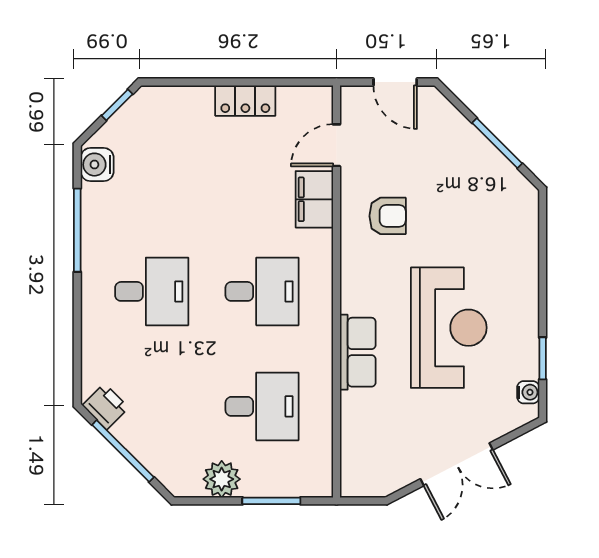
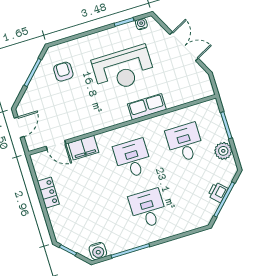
armchair: (388, 216) -> (63, 72), moved
reception desk: (449, 328) -> (123, 69), turned 180
printer: (106, 406) -> (218, 192), moved

